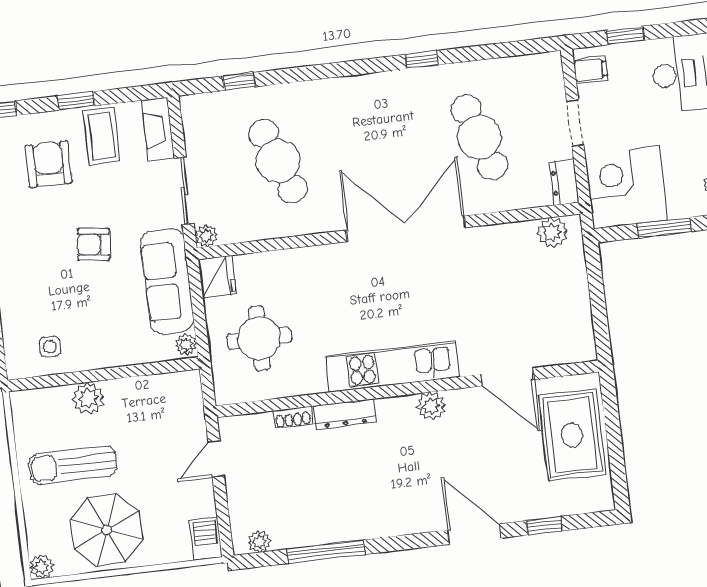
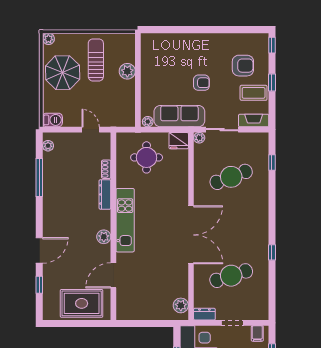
armchair: (94, 244) -> (201, 83), turned 84
side table: (50, 347) -> (154, 56), removed

